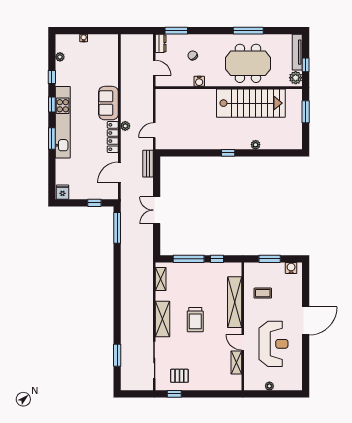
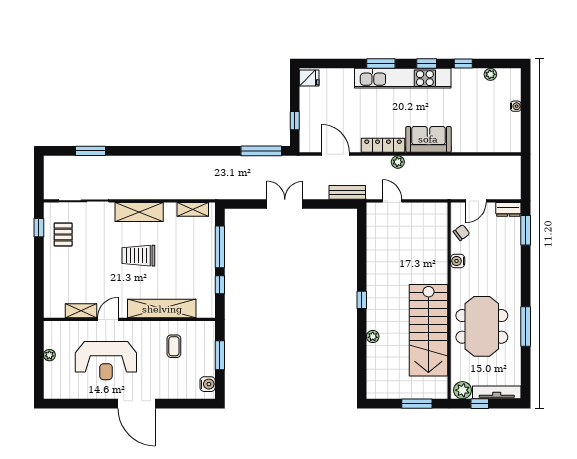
chair: (193, 55) -> (461, 233), moved

